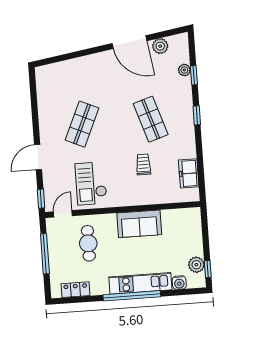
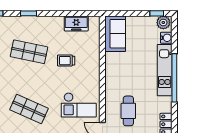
shop shelf: (151, 119) -> (29, 52), turned 30
sofa: (139, 224) -> (115, 34), moved
cafe table: (88, 243) -> (128, 111), turned 90
plant: (196, 265) -> (163, 23), moved

